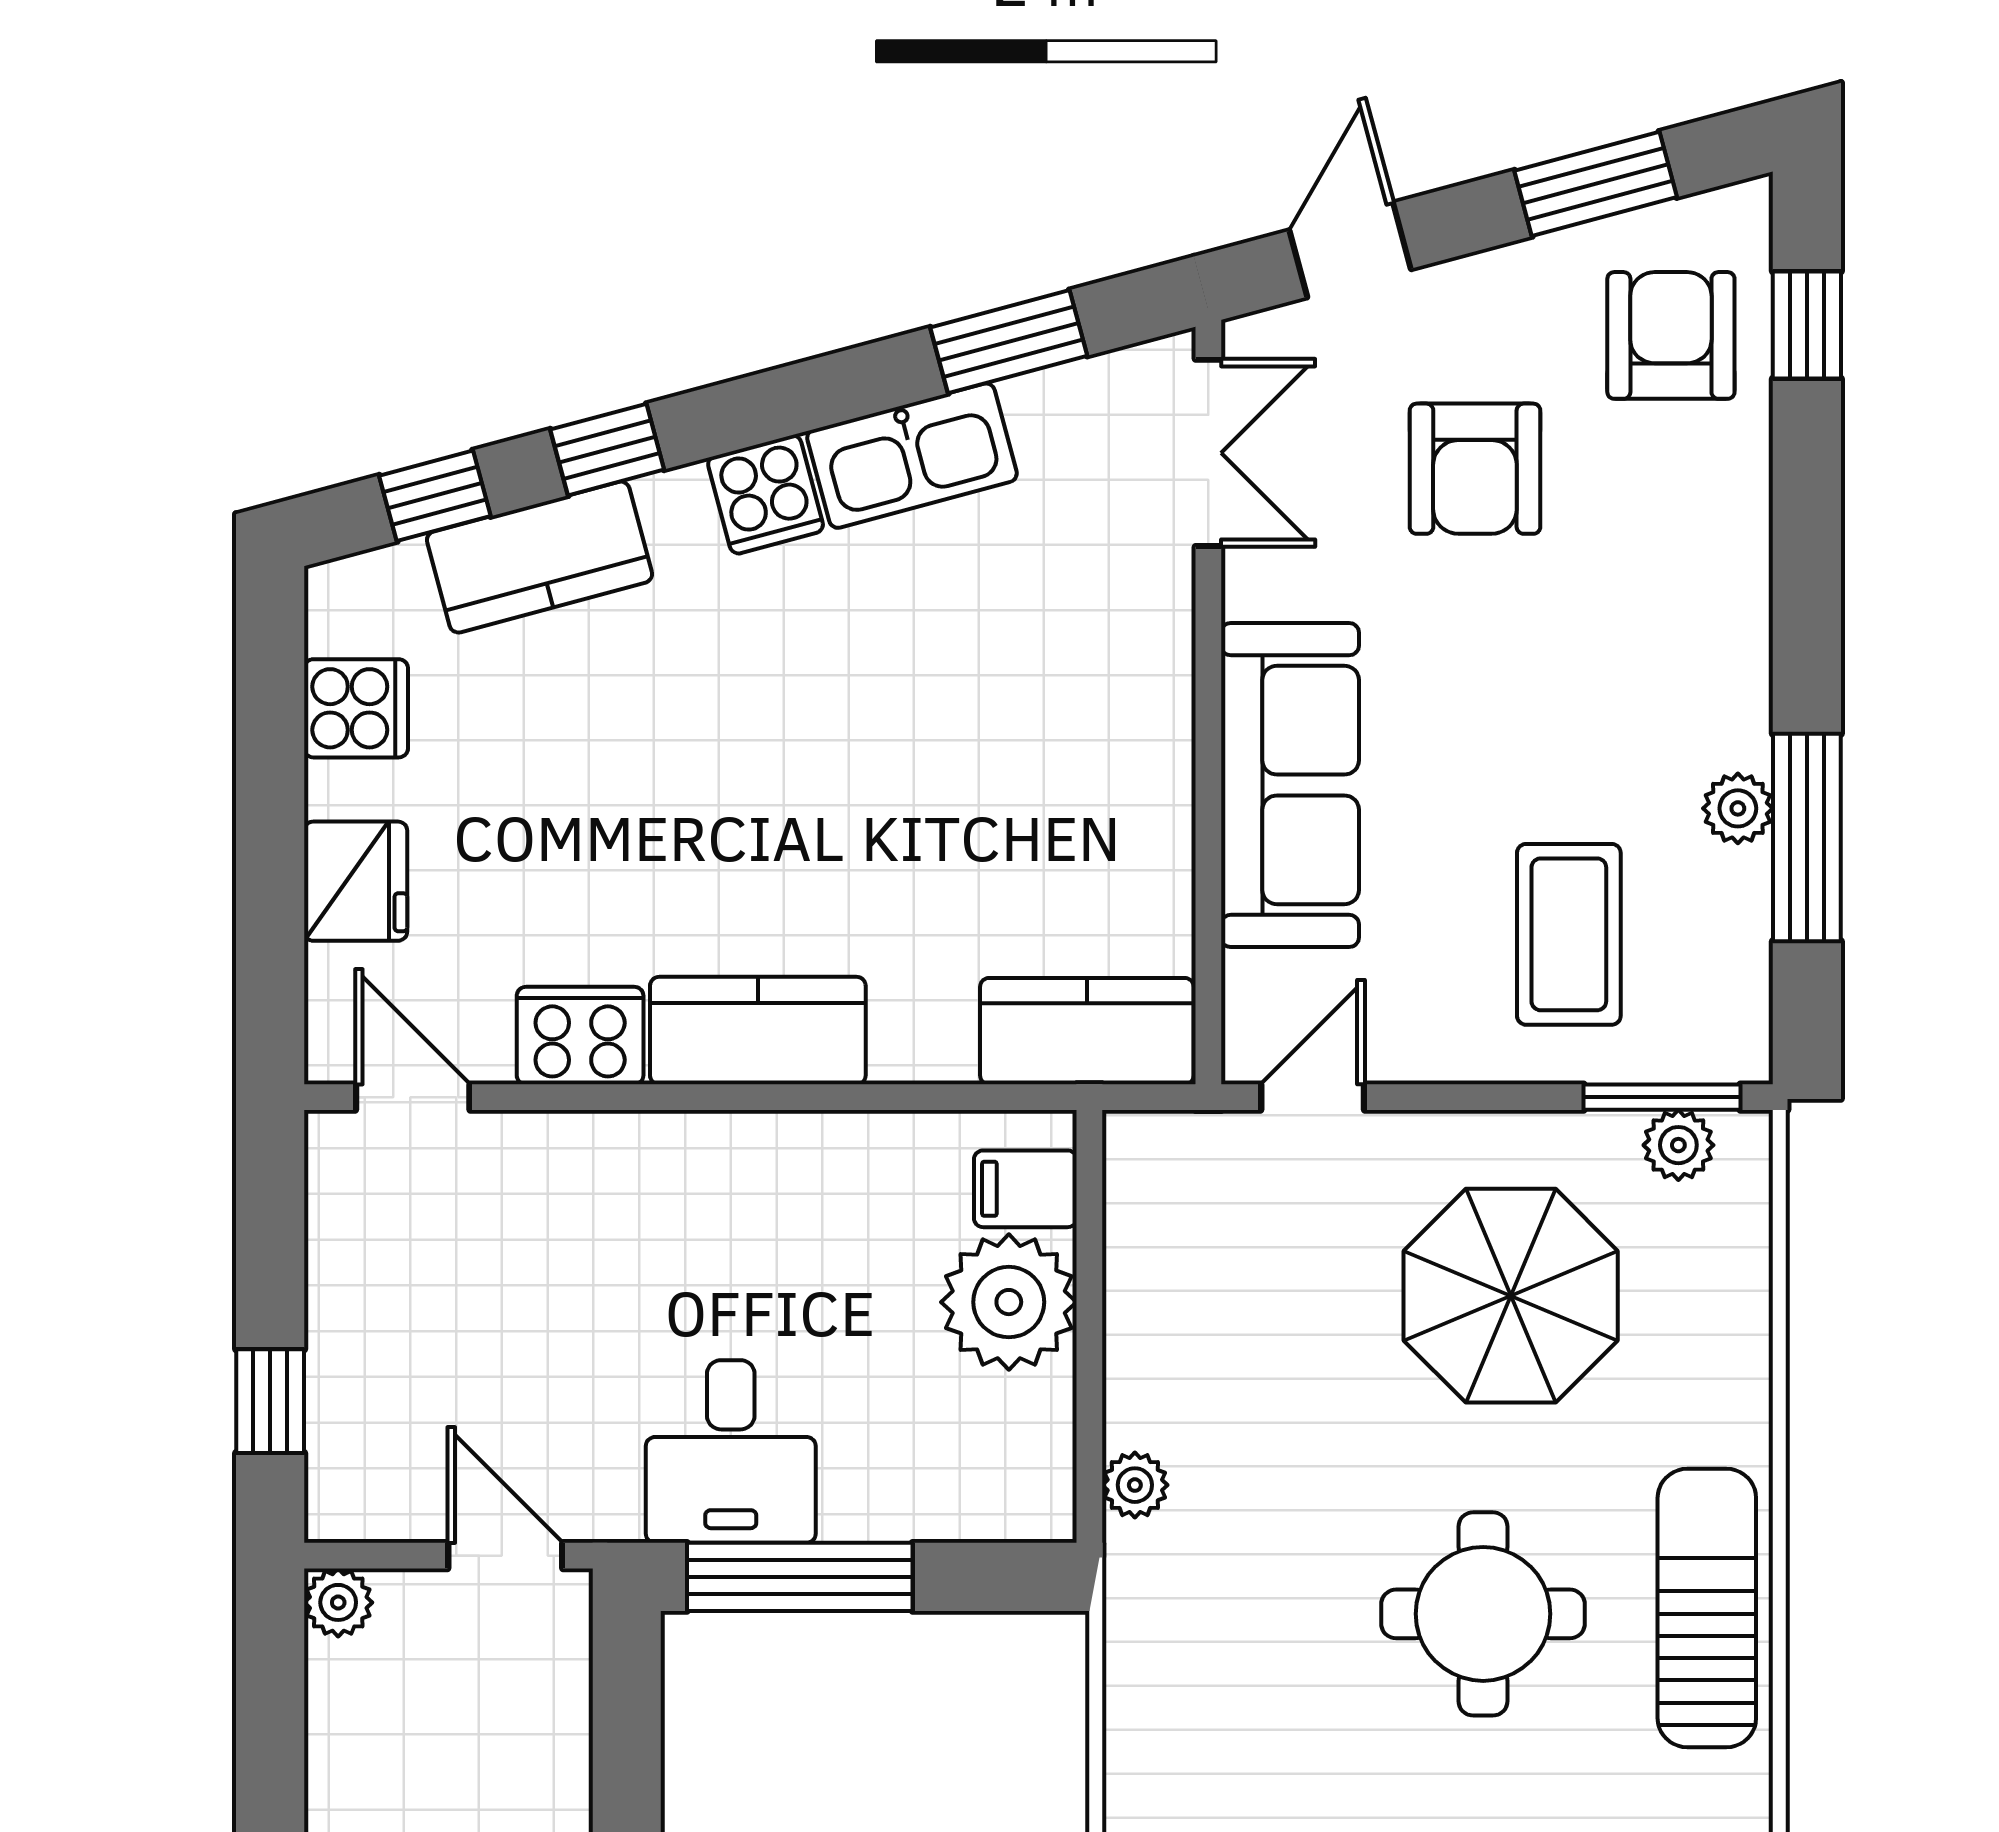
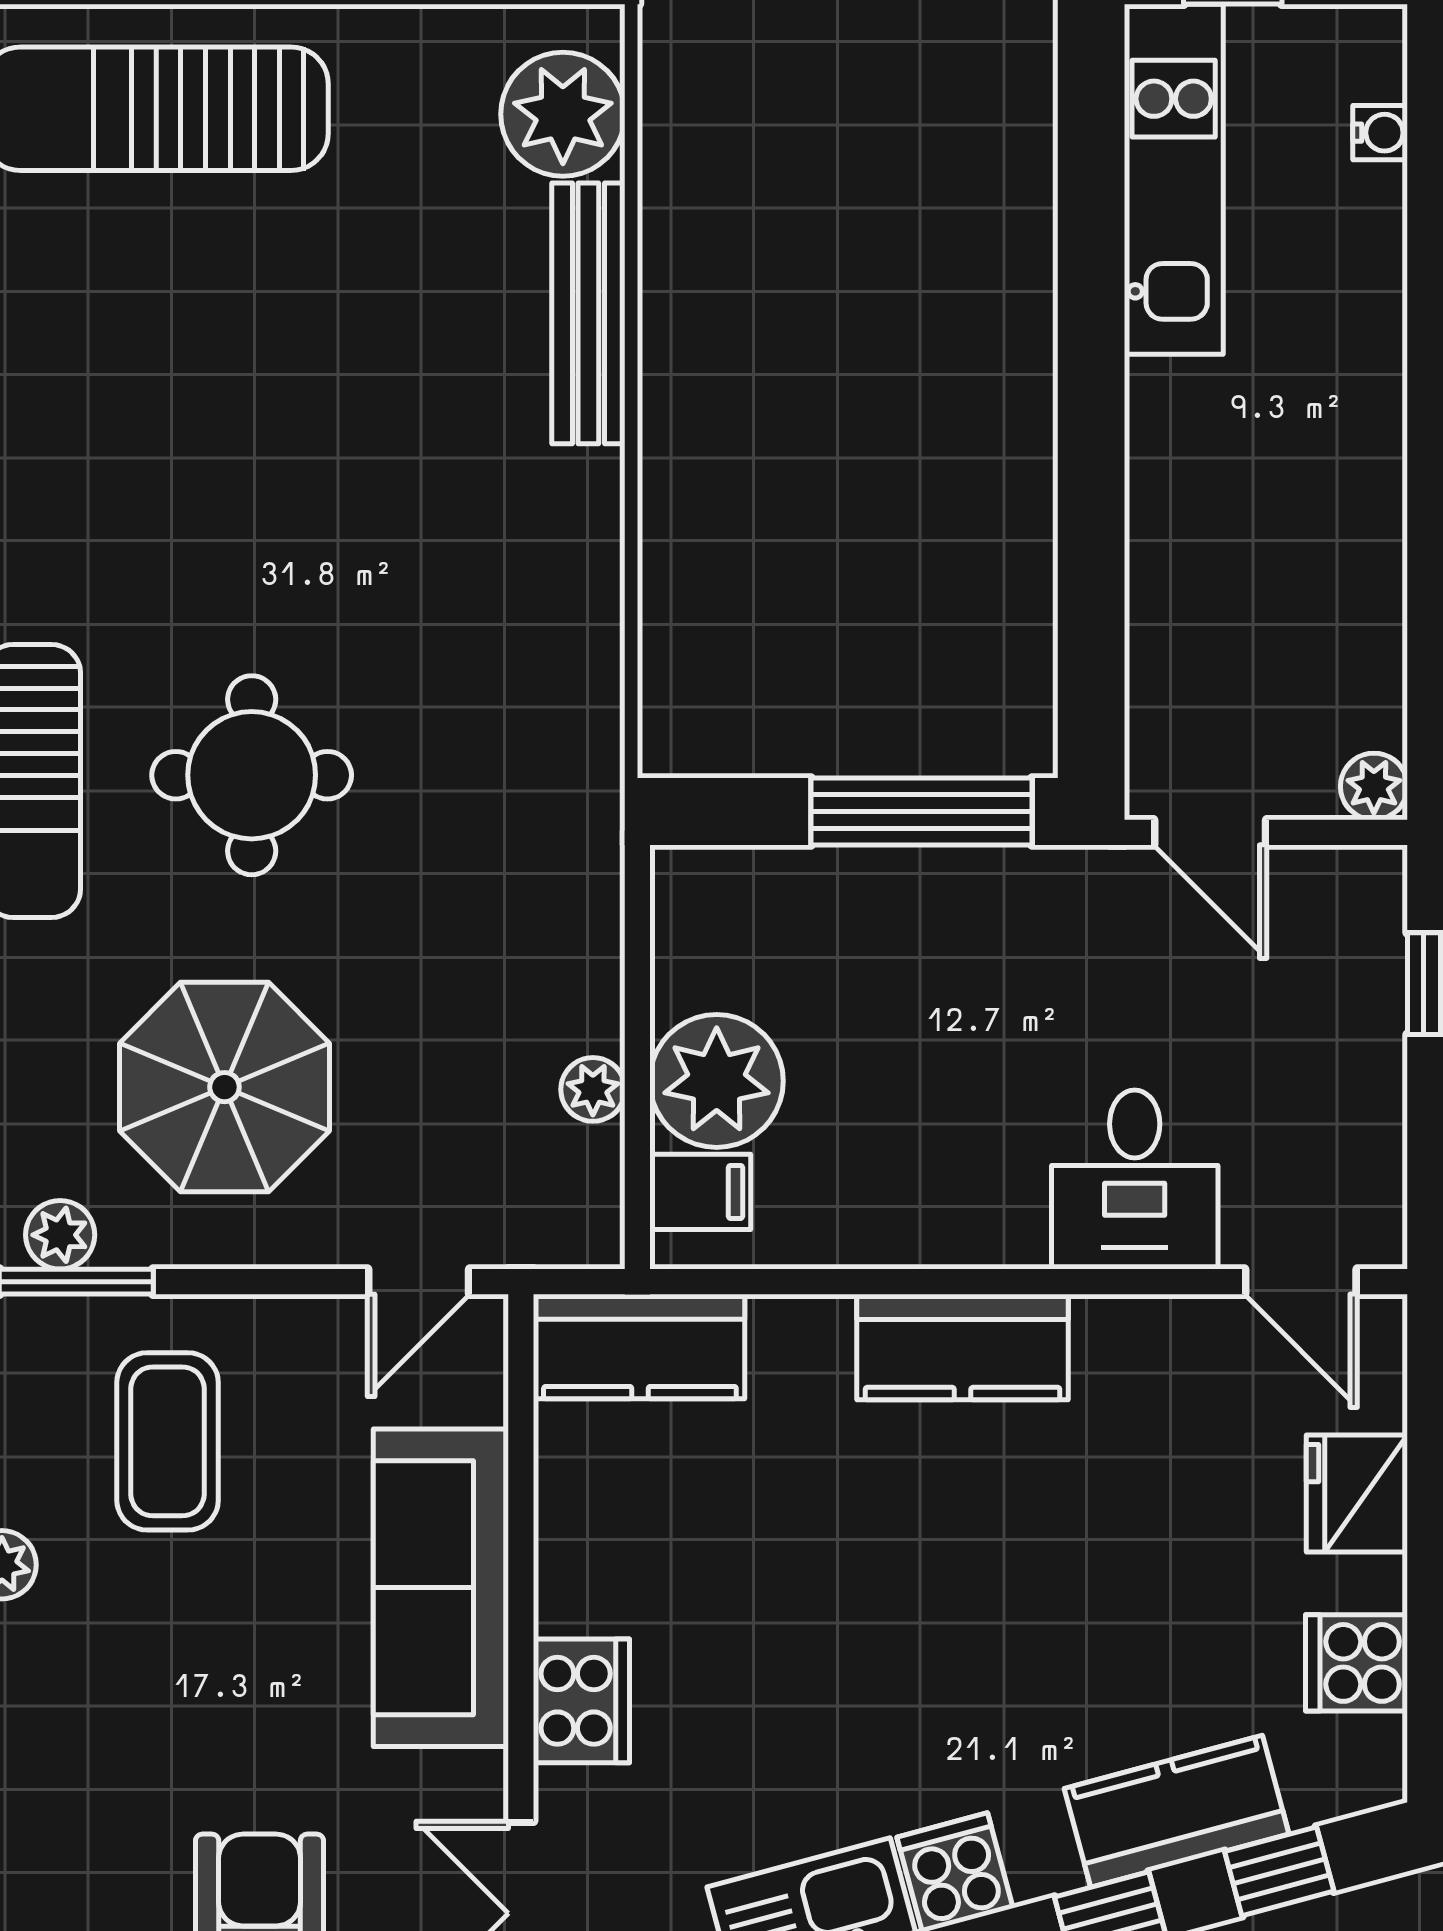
cooker: (580, 1036) -> (581, 1701), moved, turned -90
desk: (731, 1451) -> (1135, 1180), moved, turned 180
plant: (1135, 1485) -> (593, 1089), moved

